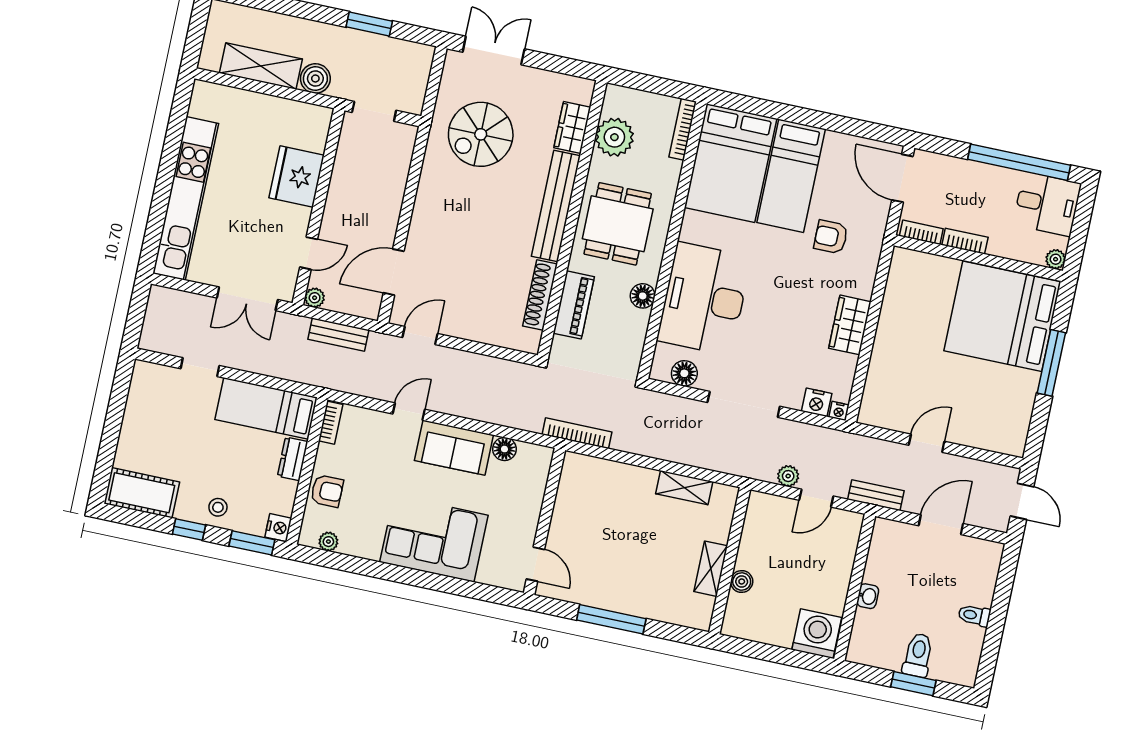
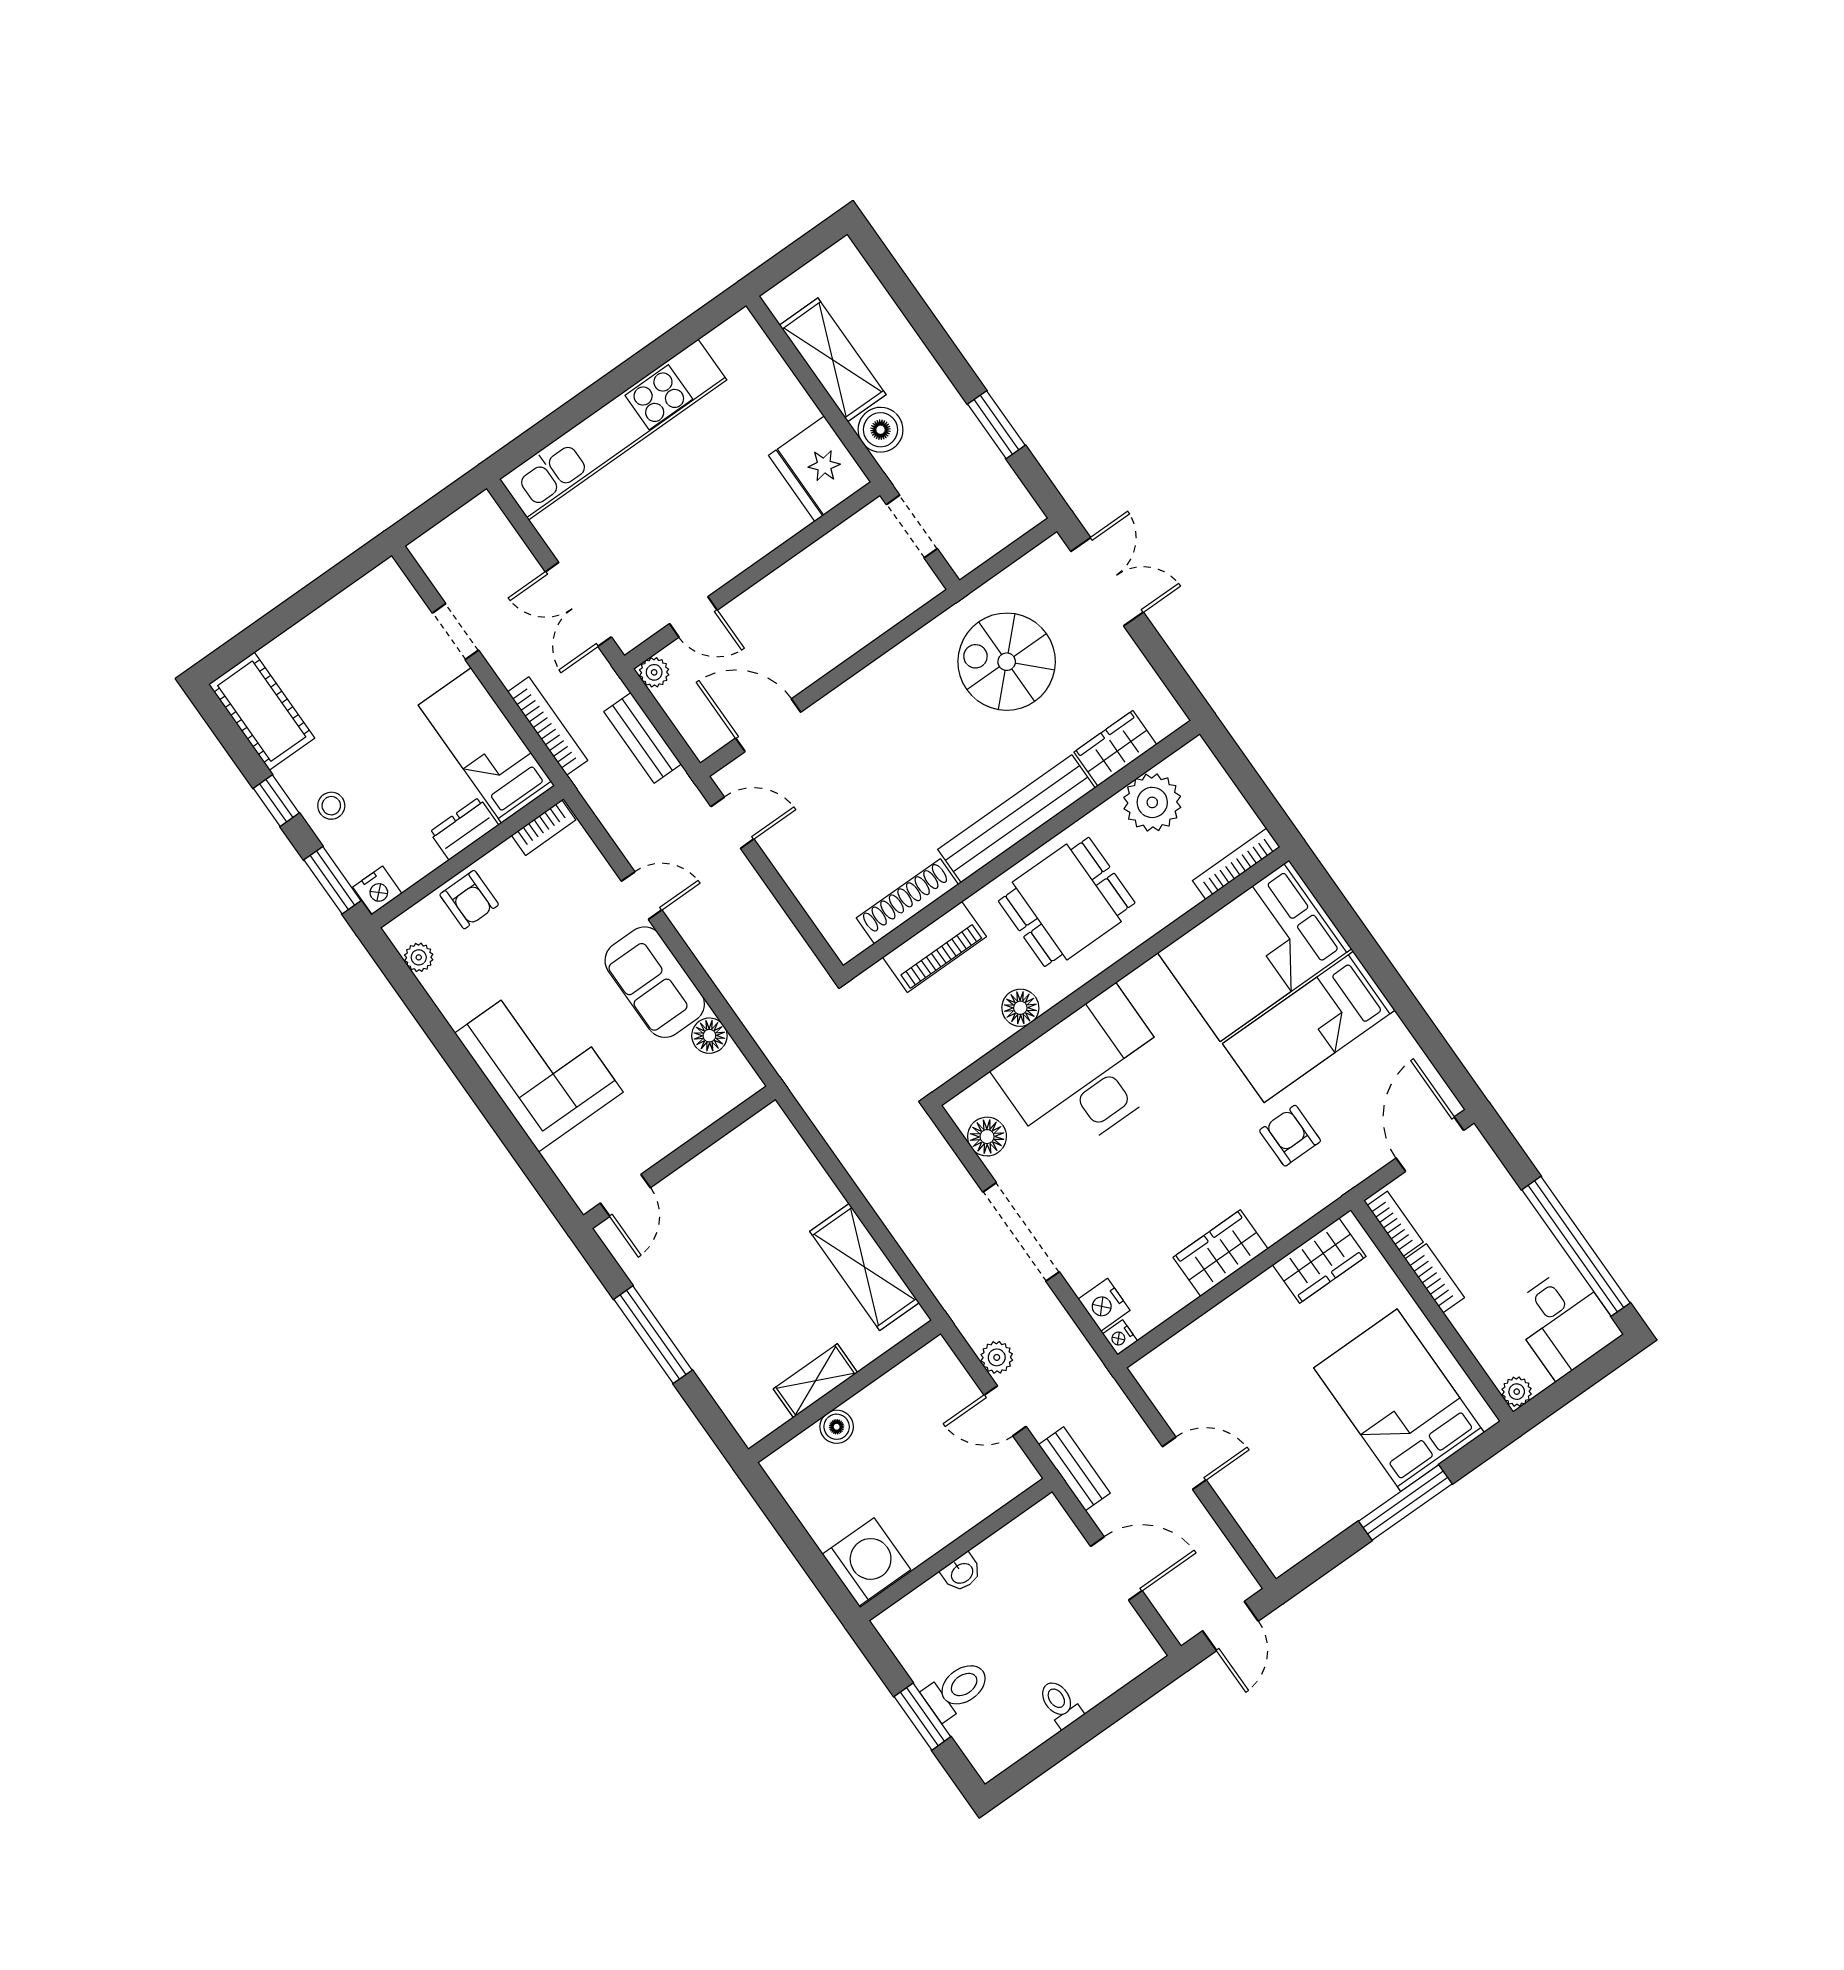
fridge: (297, 176) -> (820, 469), moved, turned -90
wardrobe: (901, 284) -> (1319, 1261), added
bed: (1002, 316) -> (1399, 1400), width x0.73
bookcase: (577, 433) -> (548, 726), moved
shelving: (684, 488) -> (864, 1267), width x1.50, depth x1.33

